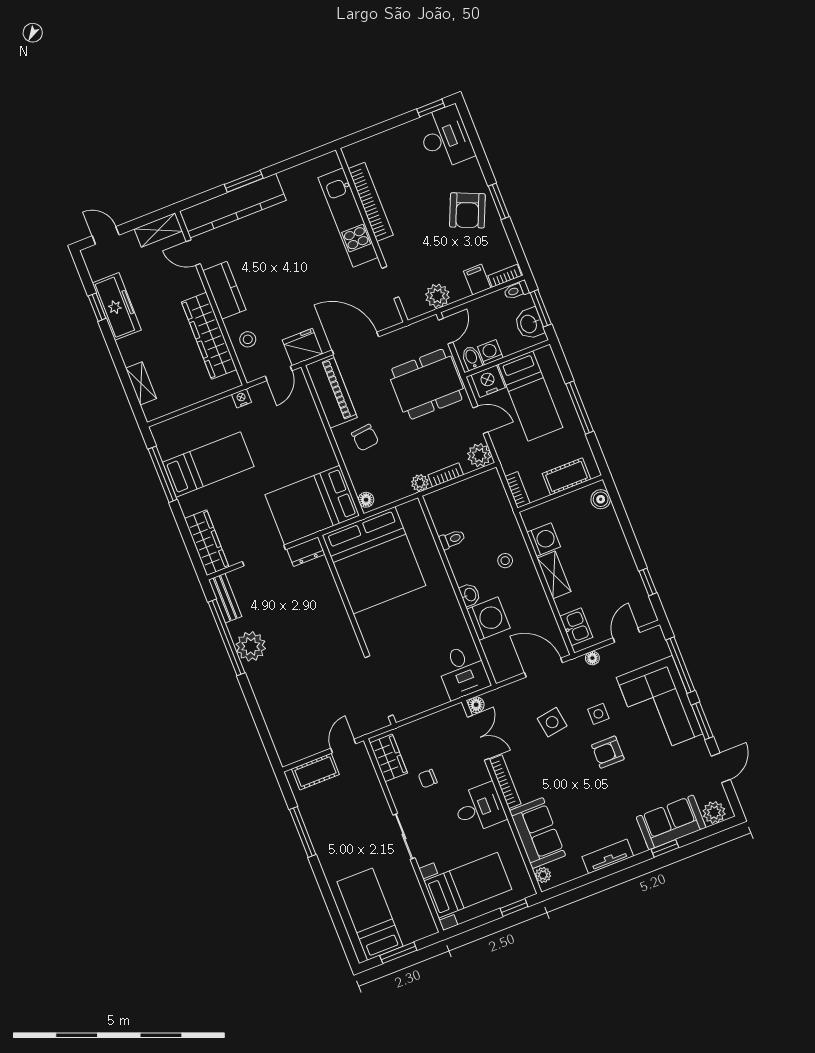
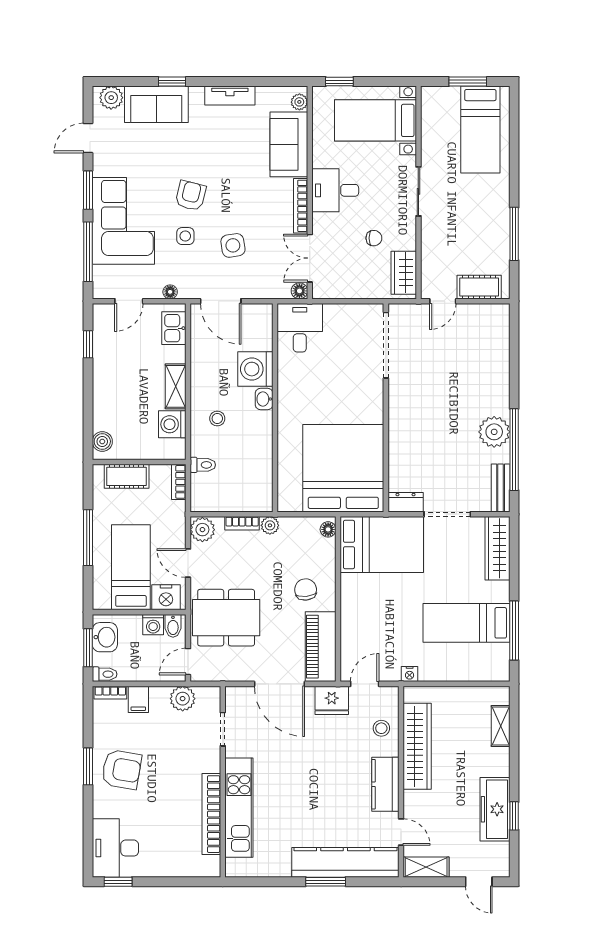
armchair: (467, 210) -> (122, 769), turned 77
toilet: (452, 539) -> (203, 465), moved, turned 180
armchair: (608, 752) -> (191, 196), turned -76

